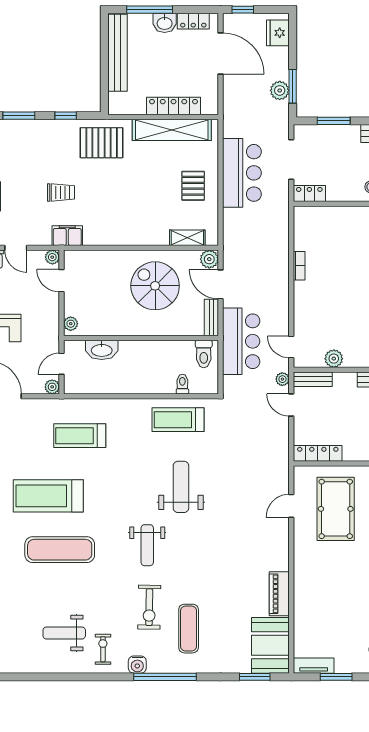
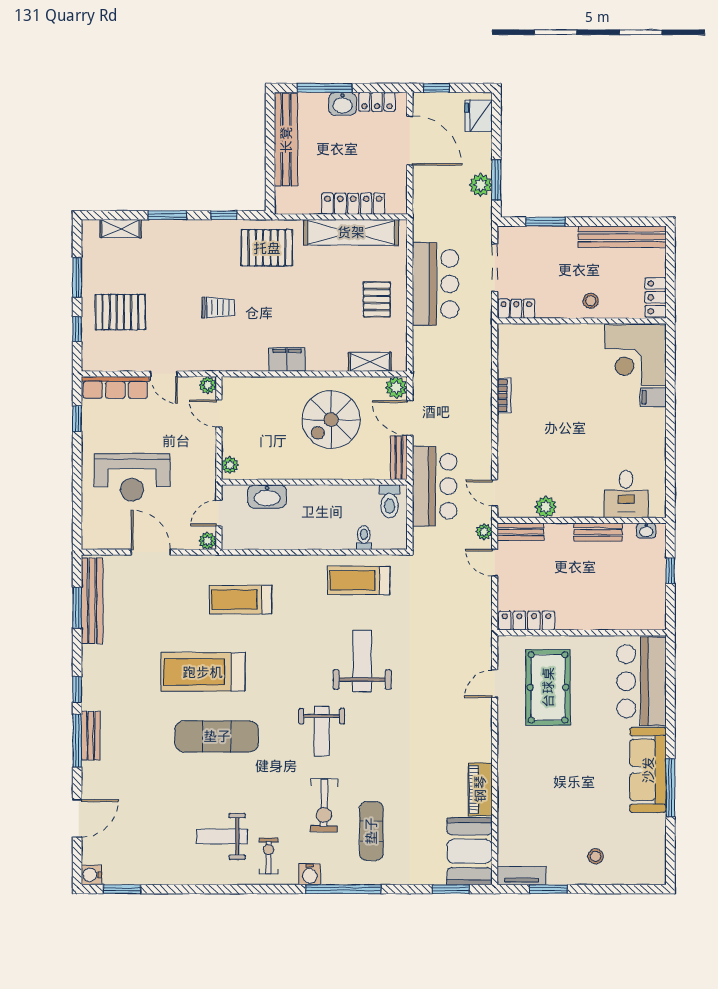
filing cabinet: (67, 236) -> (287, 359), moved
spiral stairs: (155, 286) -> (331, 420), turned -90

